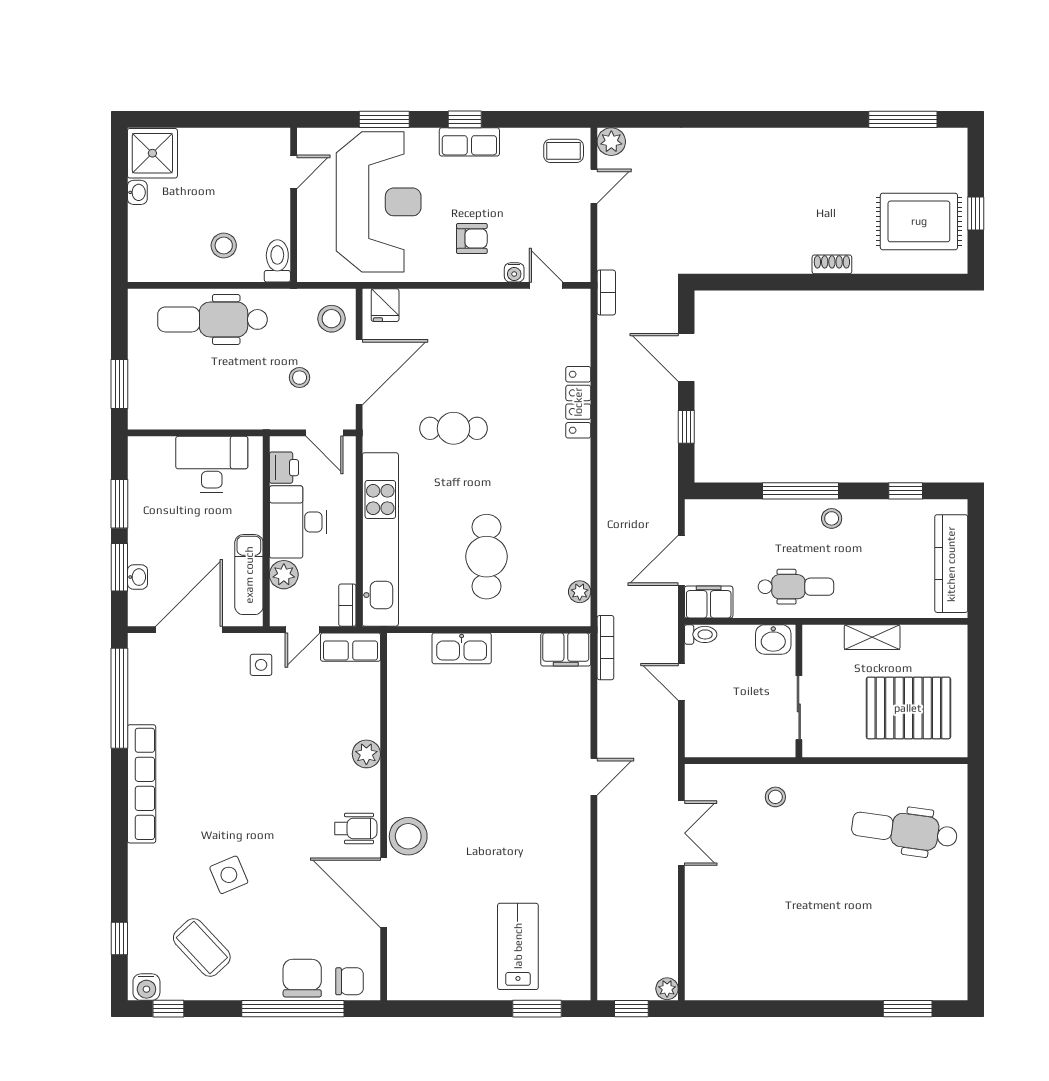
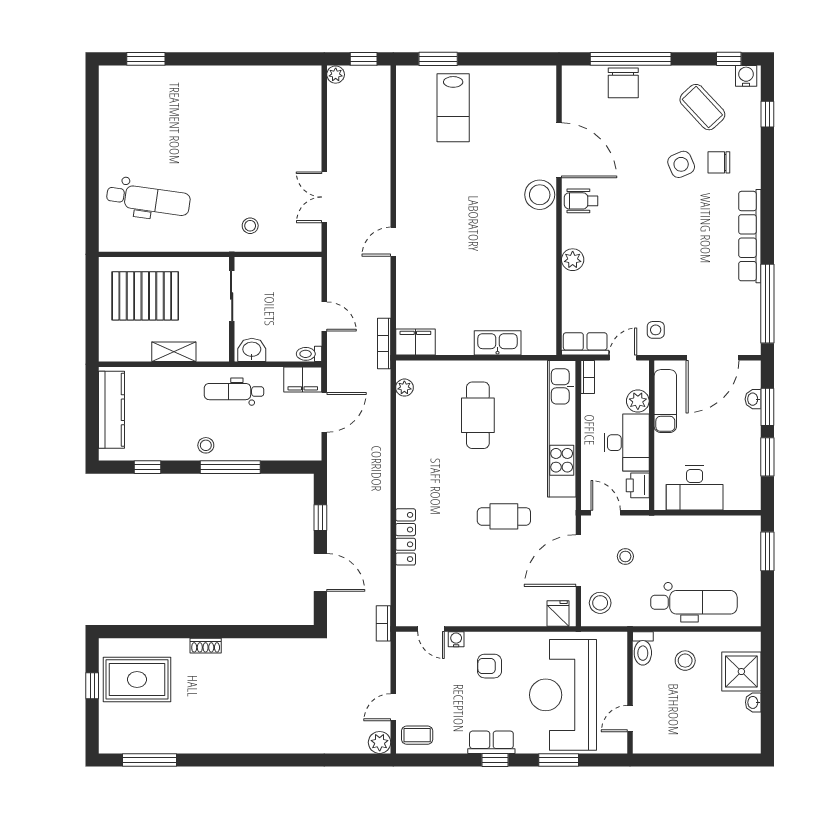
shower: (152, 153) -> (741, 672), moved
chair: (349, 981) -> (719, 162), moved

